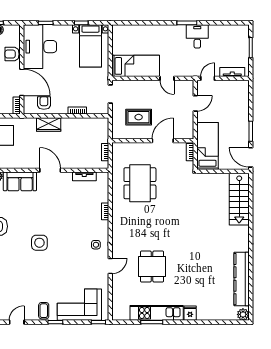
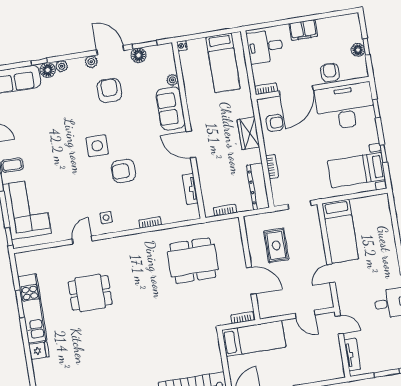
dresser: (91, 124) -> (258, 186), added
door: (50, 170) -> (191, 144), swing flipped
armchair: (62, 226) -> (123, 171), added
door: (110, 266) -> (82, 240), swing flipped

